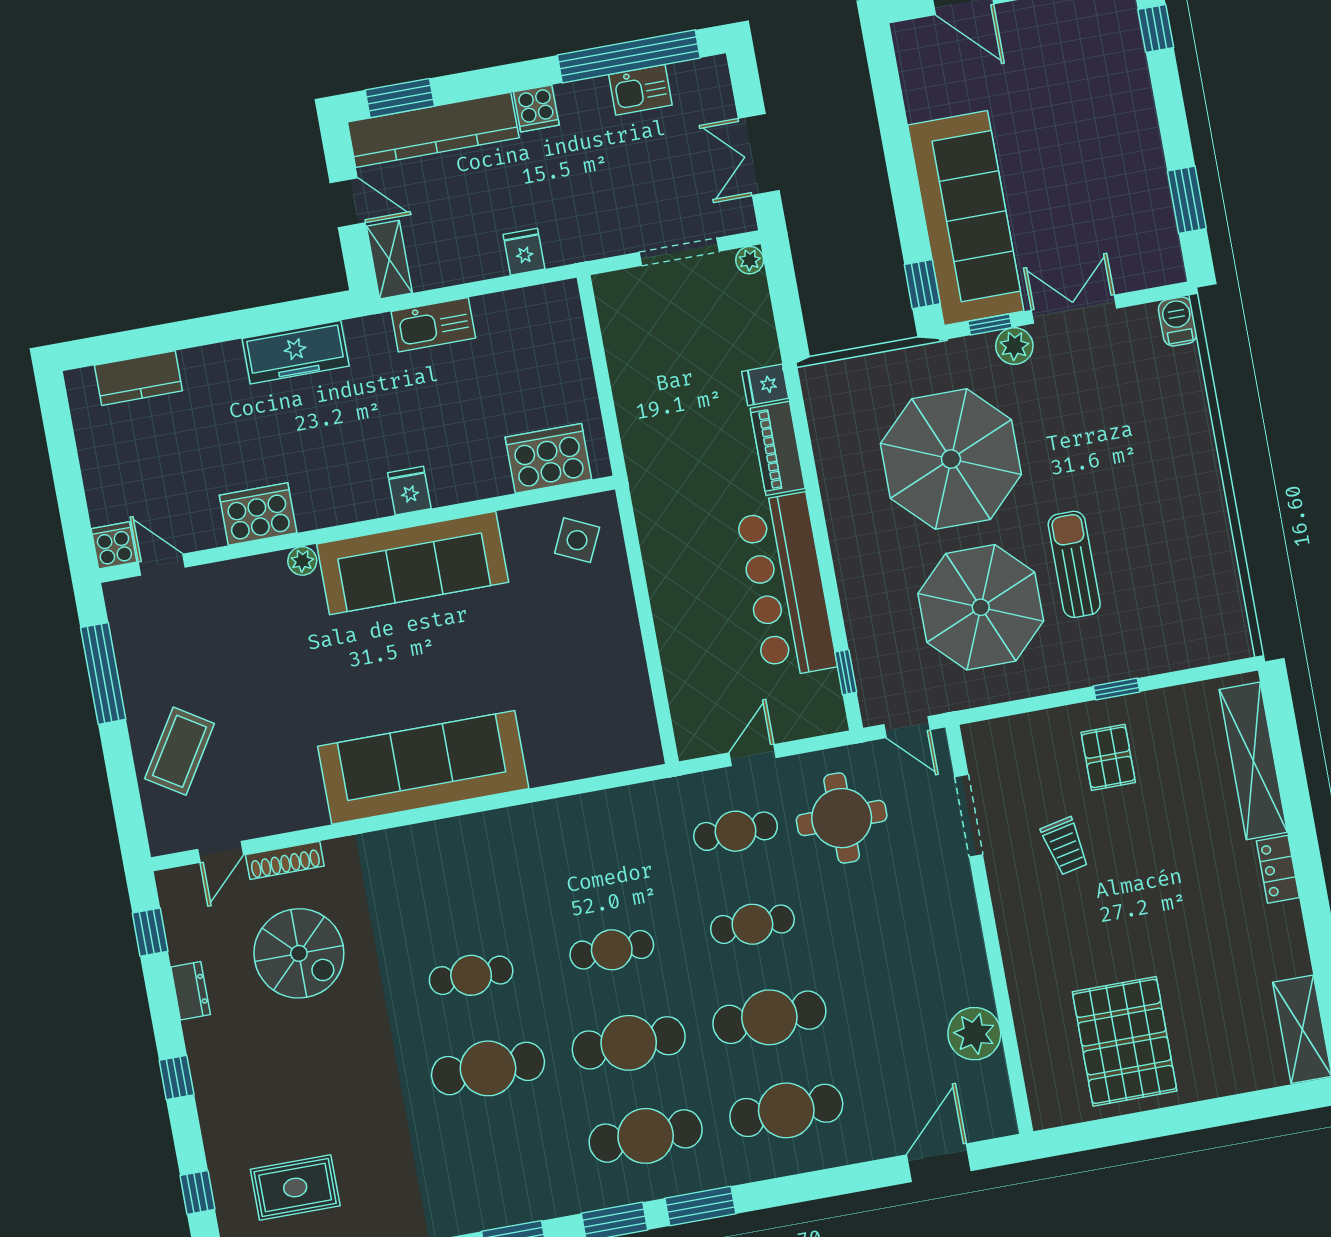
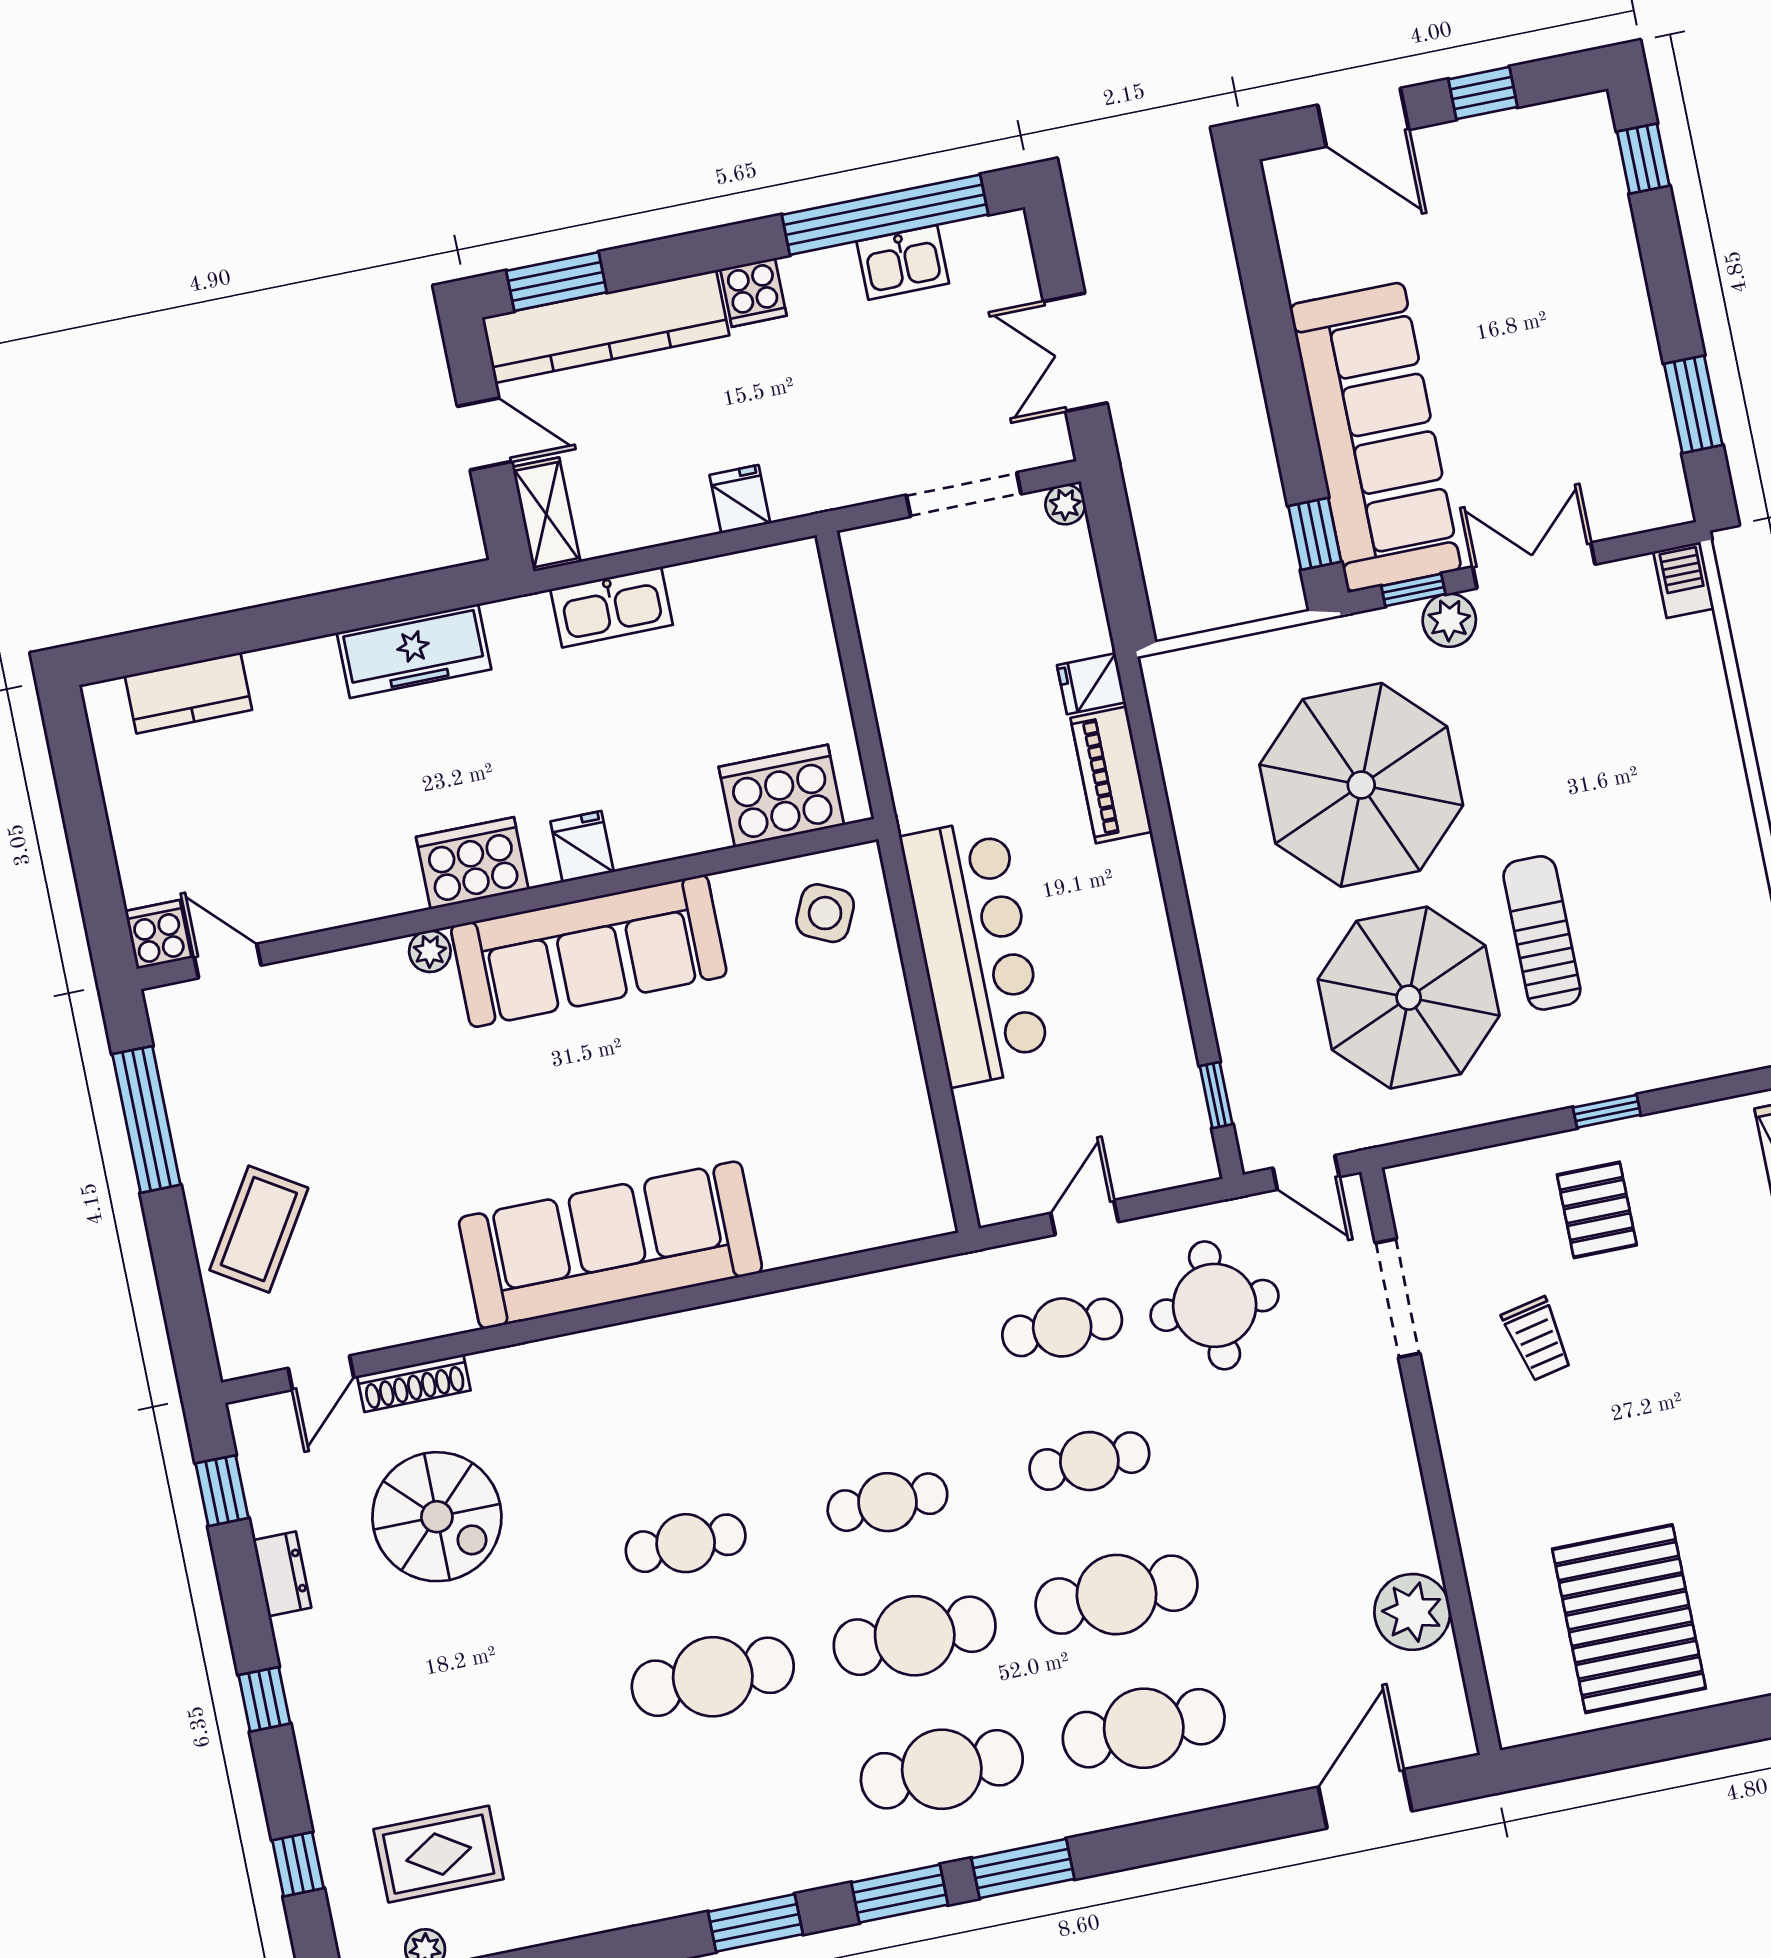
cooker: (258, 514) -> (472, 863), moved
bar counter: (786, 586) -> (976, 952), moved, turned 180

